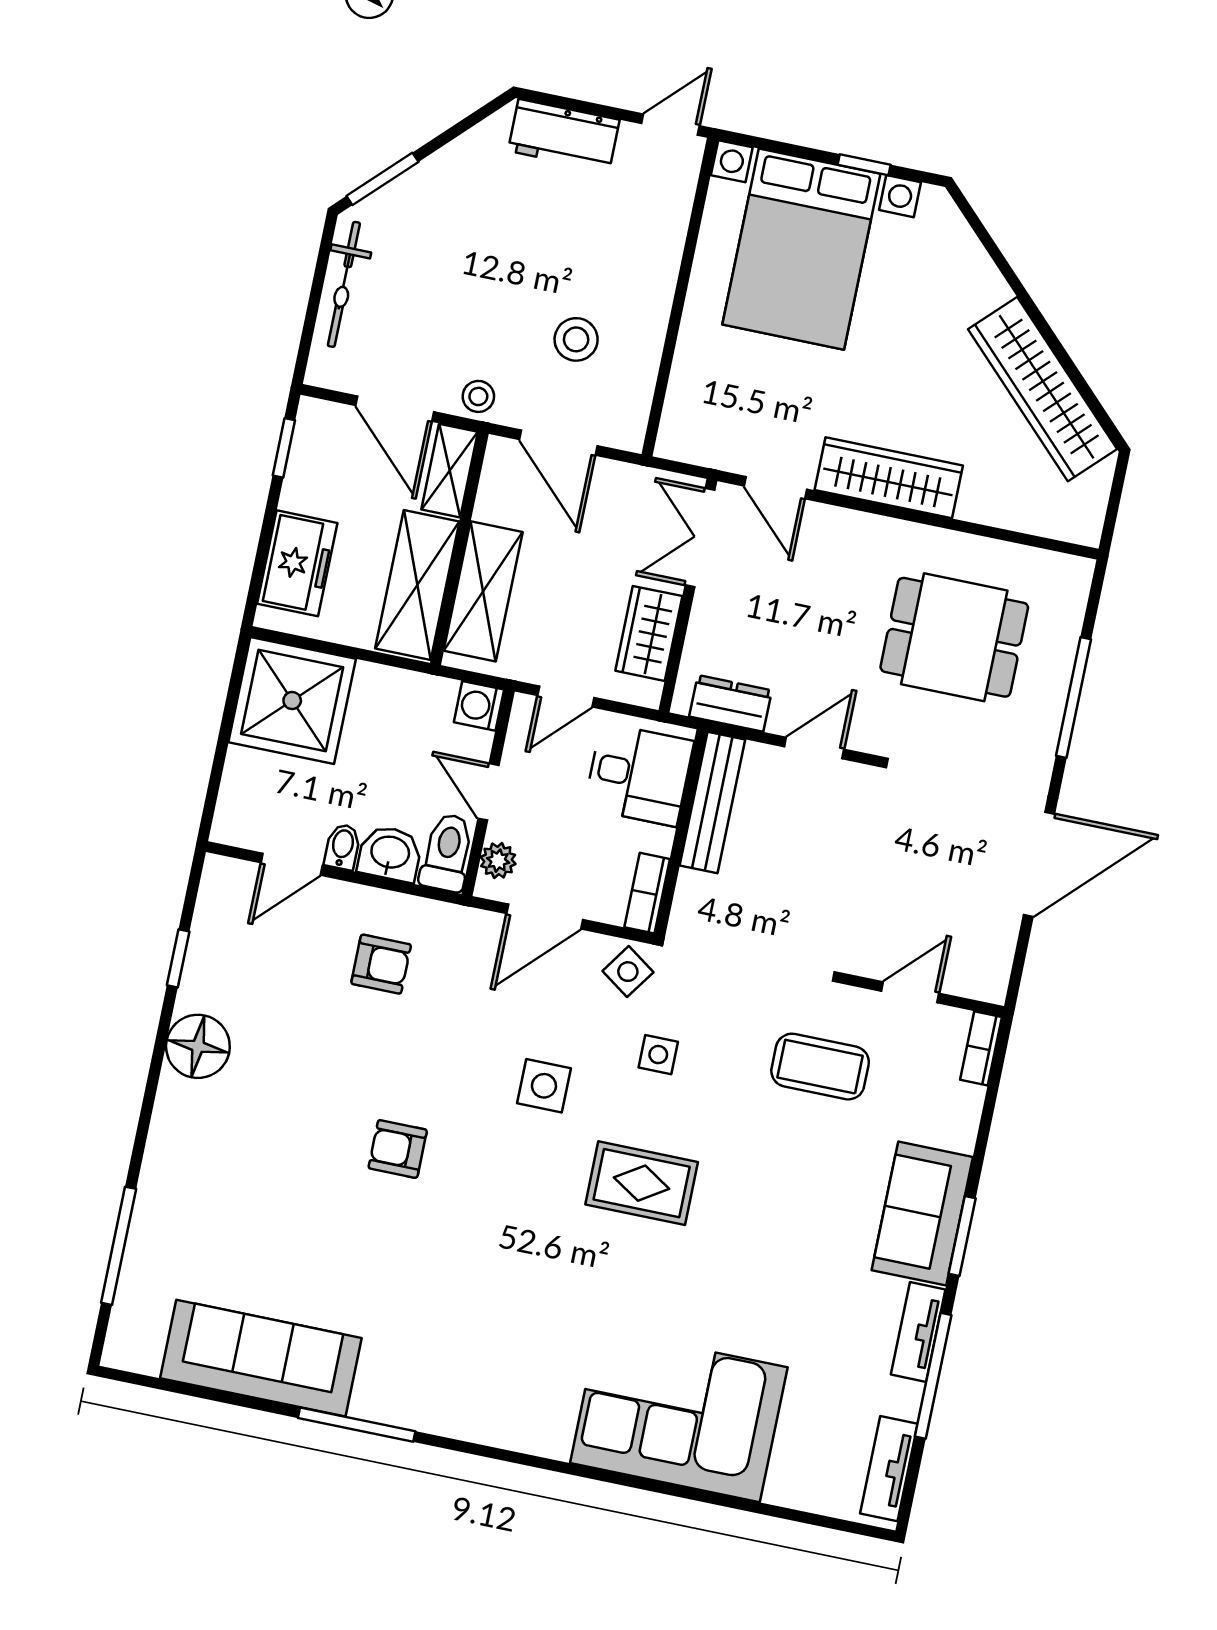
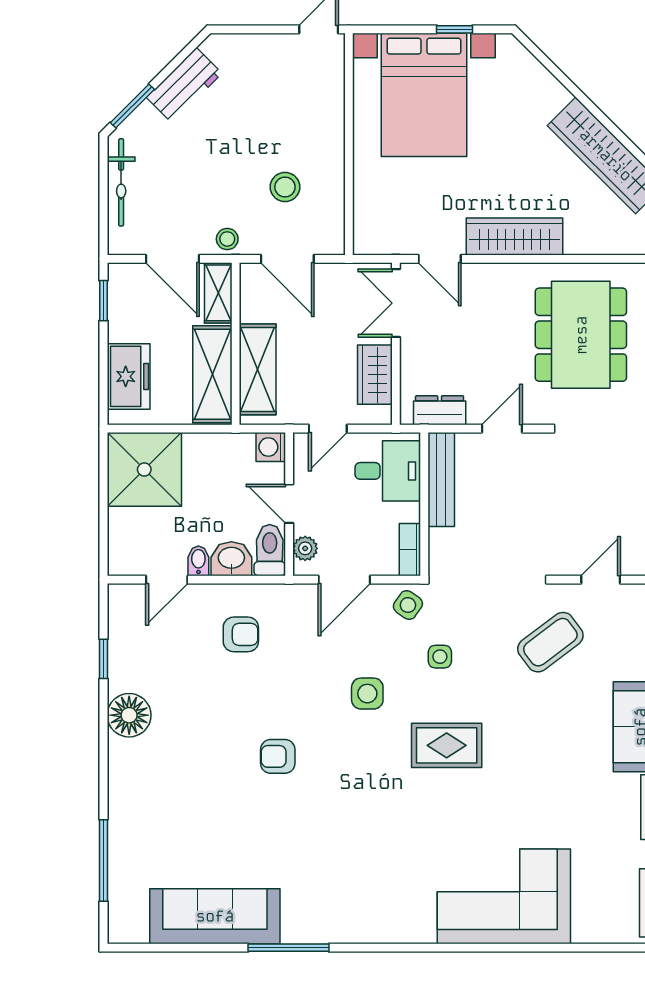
workbench: (564, 135) -> (184, 85), moved, turned -45
dining table: (954, 637) -> (581, 335), width x1.38
coffee table: (820, 1067) -> (550, 642), turned -37

